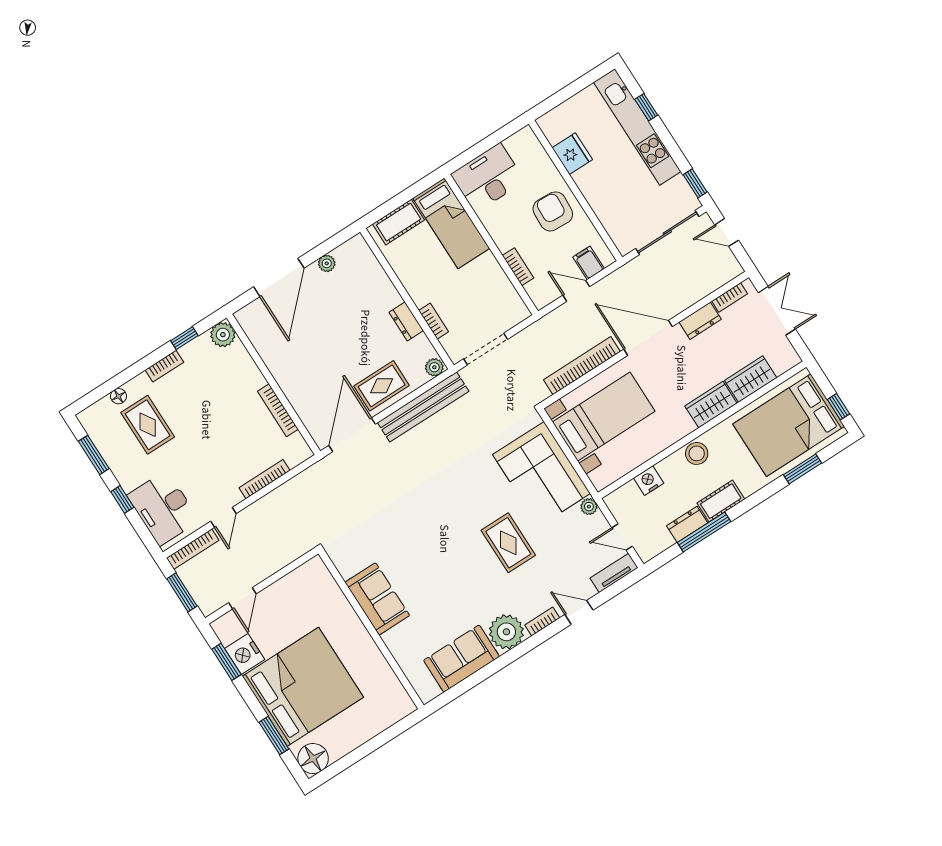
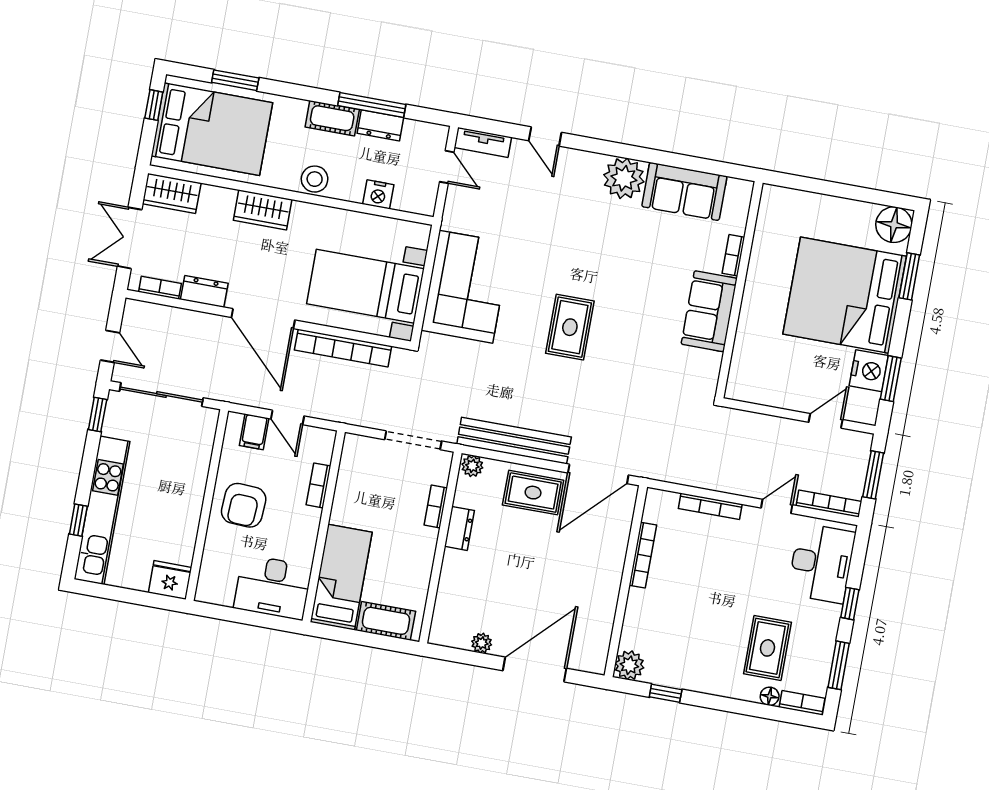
fridge: (572, 154) -> (170, 580), moved, turned 90
bookcase: (164, 366) -> (802, 703), moved
wardrobe: (751, 379) -> (172, 193), moved
plant: (589, 507) -> (451, 220), removed
rug: (508, 543) -> (570, 327), moved
bookcase: (542, 621) -> (733, 255), moved, turned 90

